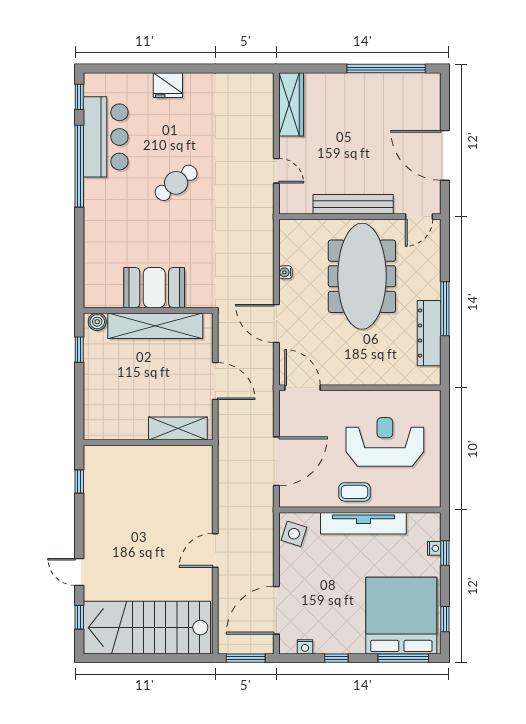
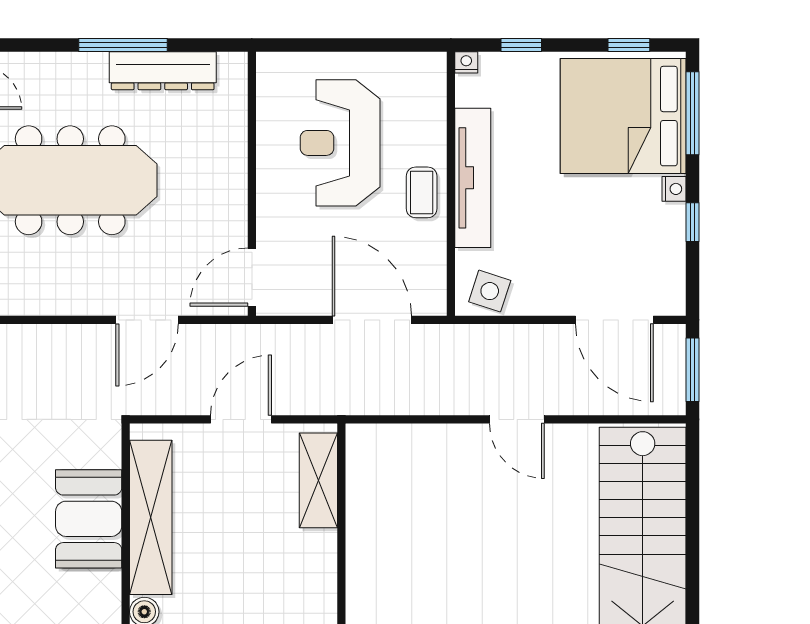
water cooler: (285, 272) -> (64, 305), removed
nightstand: (434, 548) -> (466, 62), moved
nightstand: (305, 647) -> (674, 189), moved

